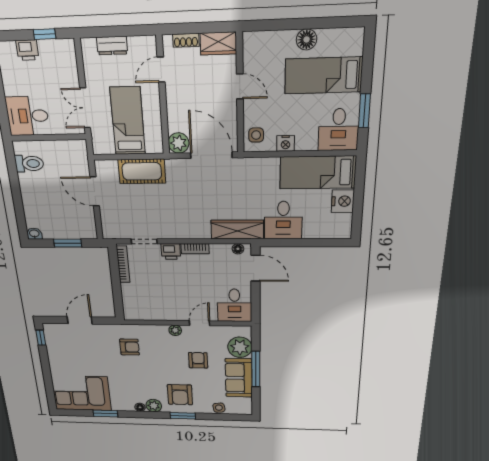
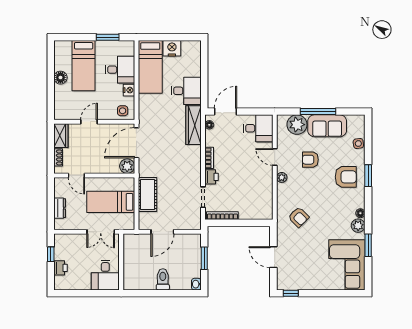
desk: (339, 130) -> (120, 70), moved
toilet: (29, 164) -> (163, 279), moved
armchair: (129, 347) -> (299, 217), turned 135
plant: (154, 406) -> (358, 226), moved

